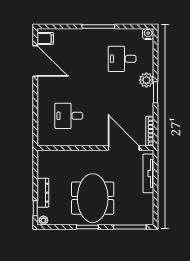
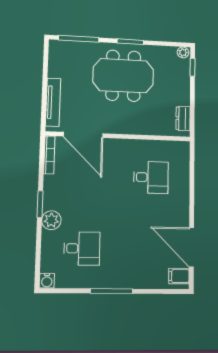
dresser: (43, 193) -> (183, 118), moved, width x0.70
meeting table: (93, 198) -> (123, 76), turned 90

